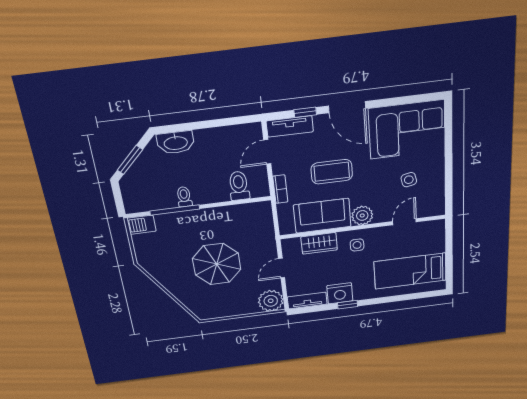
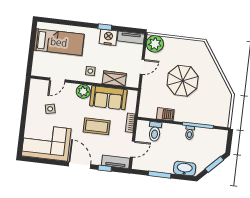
window: (213, 124) -> (160, 175), added
barbecue: (141, 225) -> (165, 114), moved

